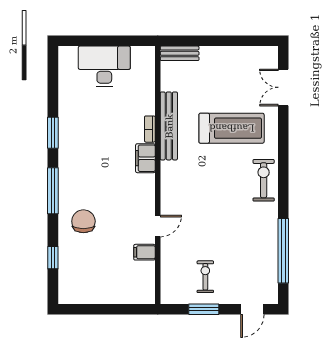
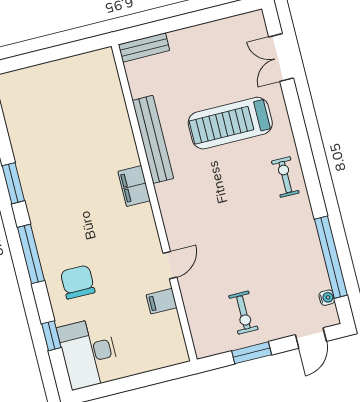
desk: (104, 66) -> (89, 353), moved, turned -90
treadmill: (232, 128) -> (230, 123), turned 180
bookcase: (150, 129) -> (131, 149), removed
exercise bike: (264, 180) -> (285, 177), width x0.73, depth x0.72
exercise bike: (205, 277) -> (243, 313), turned 180
water cooler: (272, 281) -> (327, 298), added

